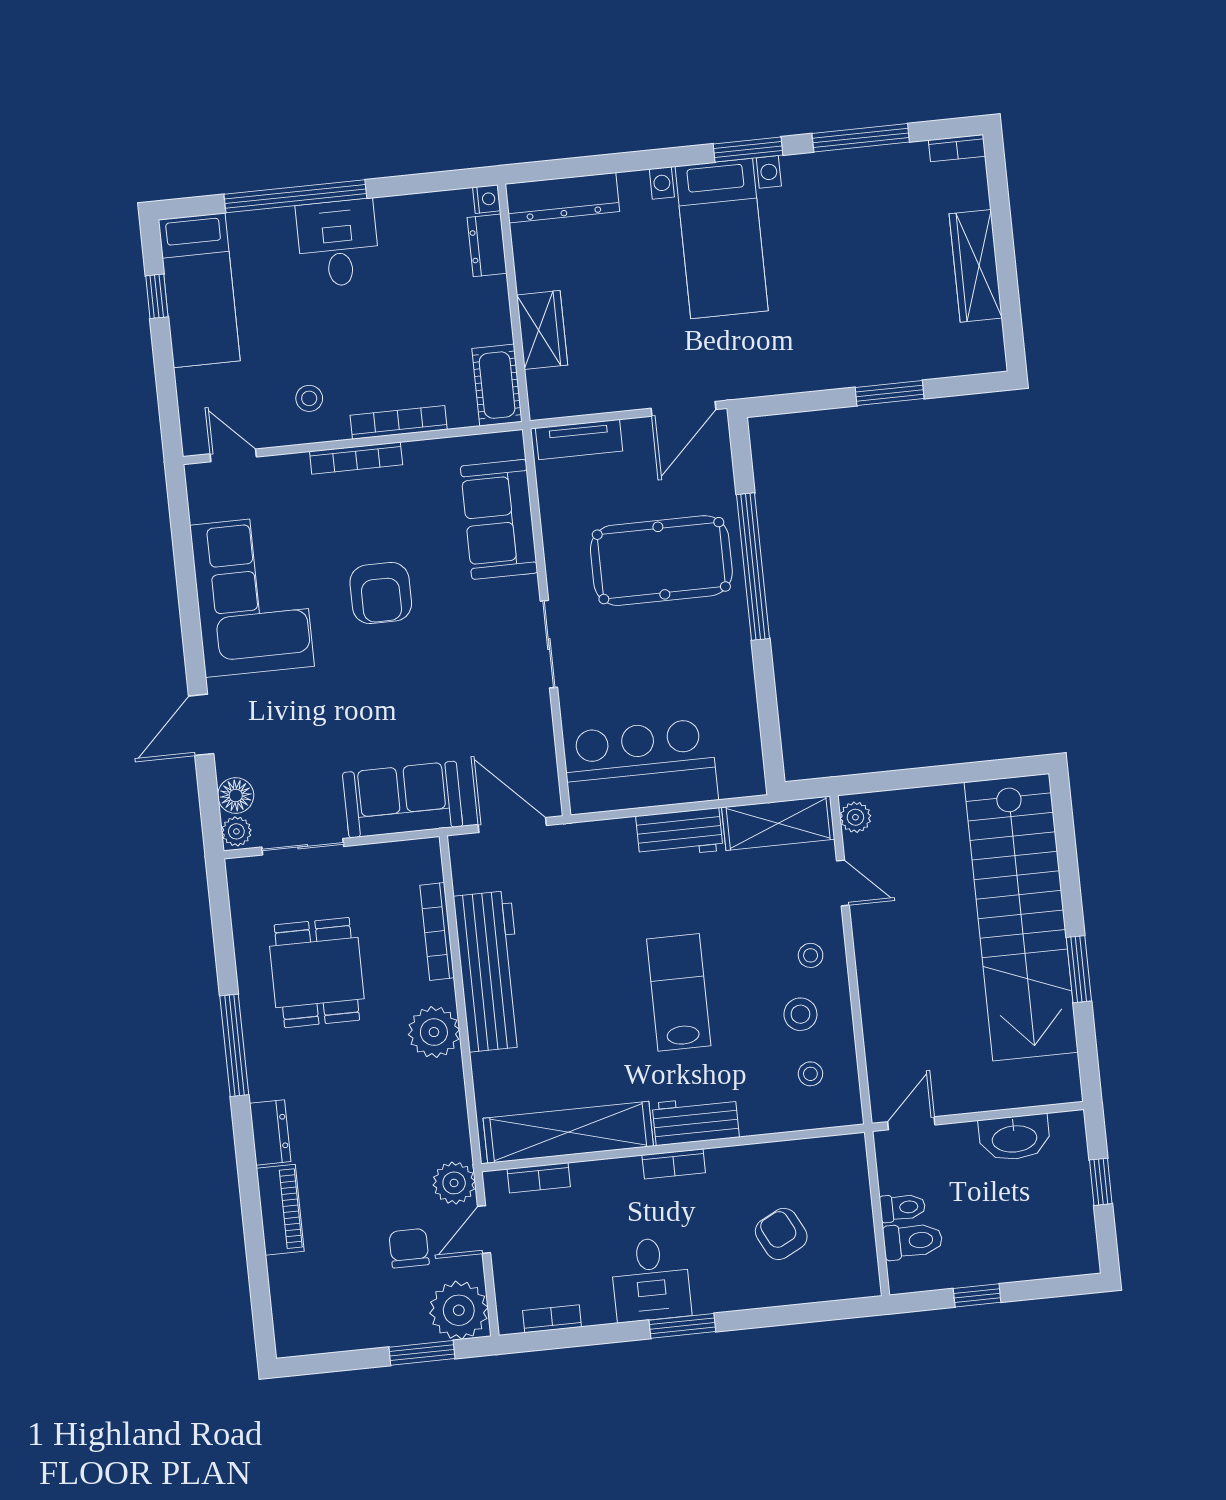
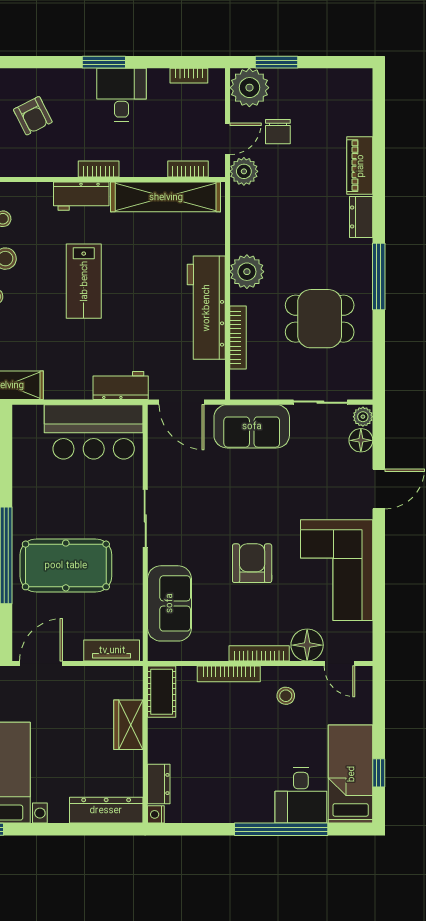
desk: (338, 243) -> (301, 795), moved
floor lamp: (285, 478) -> (307, 645), added
workbench: (679, 833) -> (121, 385), moved
dining table: (317, 973) -> (320, 319), turned 90

